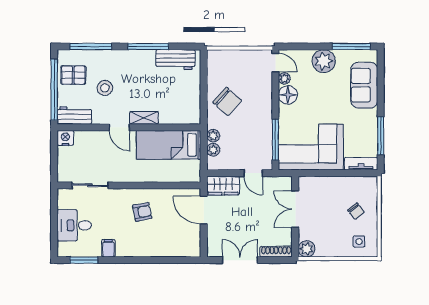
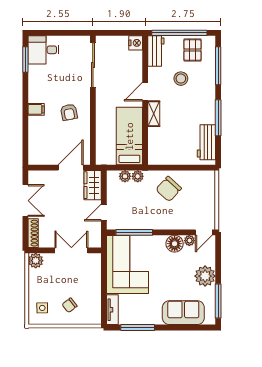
sliding door: (90, 185) -> (93, 65), width x1.37
desk: (74, 225) -> (44, 50), moved, turned -90
filing cabinet: (108, 248) -> (36, 109), moved

